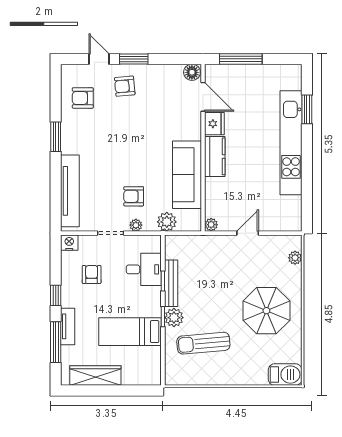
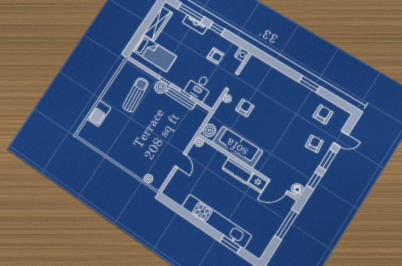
window: (169, 59) -> (314, 181), added
tv unit: (70, 191) -> (272, 73), removed
plant: (167, 222) -> (209, 130), moved
parasol: (266, 311) -> (130, 142), removed
bed: (130, 332) -> (154, 53), moved, turned 90
barbecue: (285, 375) -> (99, 113), moved

